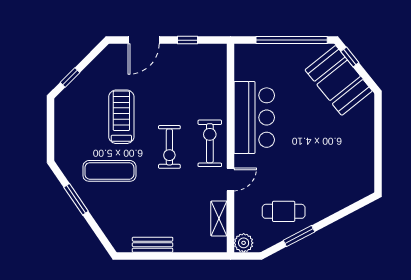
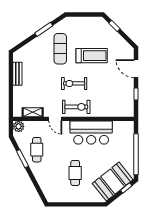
cafe table: (324, 145) -> (75, 173), added

